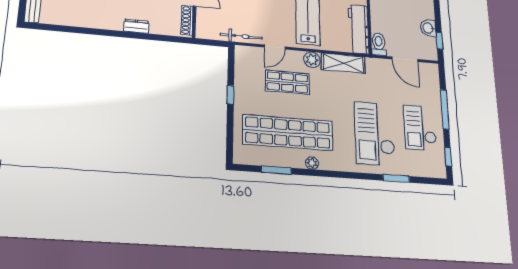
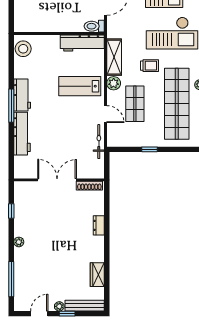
wardrobe: (73, 18) -> (97, 275), added
trolley: (334, 104) -> (150, 66), added

